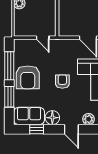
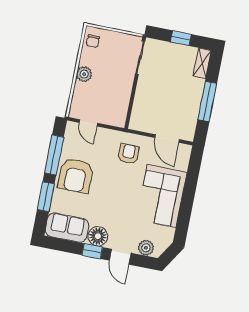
door: (43, 38) -> (88, 123), moved
armchair: (62, 82) -> (129, 154), moved
window: (37, 129) -> (92, 251), moved

